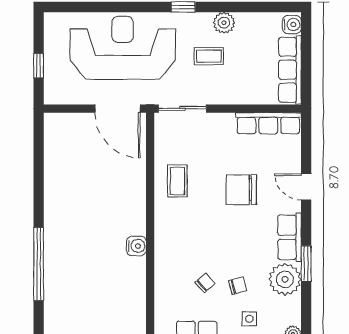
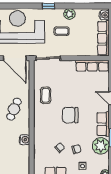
chair: (241, 190) -> (70, 115), moved
cafe table: (116, 208) -> (14, 109), added
water cooler: (136, 246) -> (24, 140), moved

